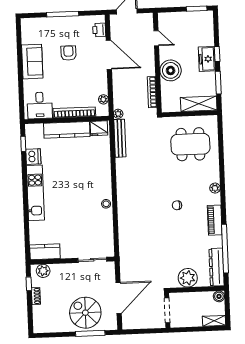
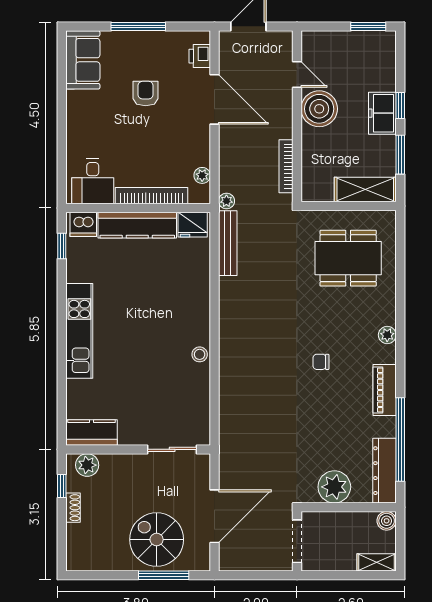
sofa: (32, 62) -> (83, 60), moved
boiler: (171, 70) -> (319, 109), moved
dishwasher: (33, 157) -> (83, 224), moved, turned 90

